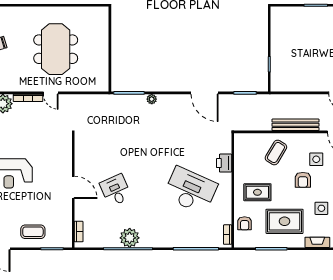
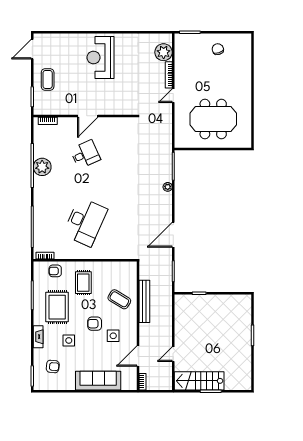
meeting table: (56, 49) -> (213, 119), moved
bench: (295, 125) -> (144, 301), moved
printer: (224, 163) -> (110, 252), removed

